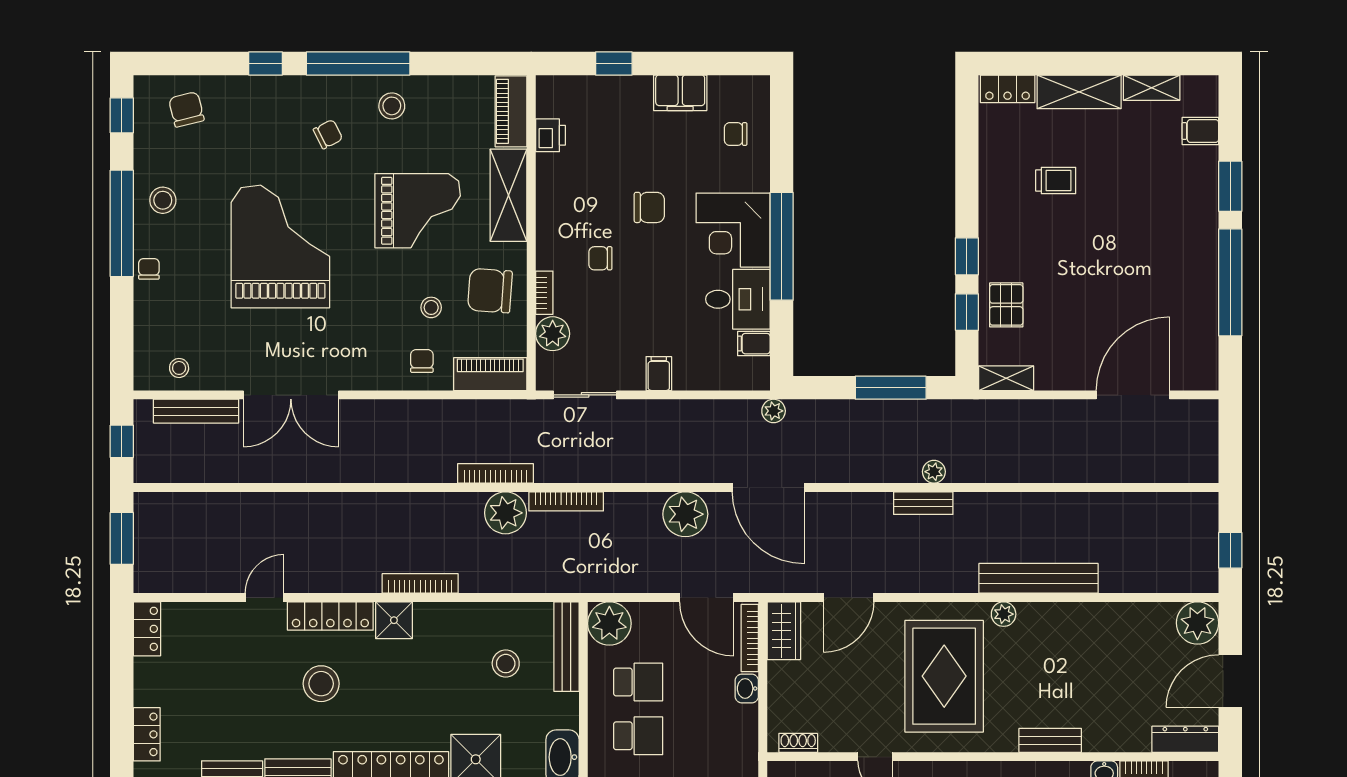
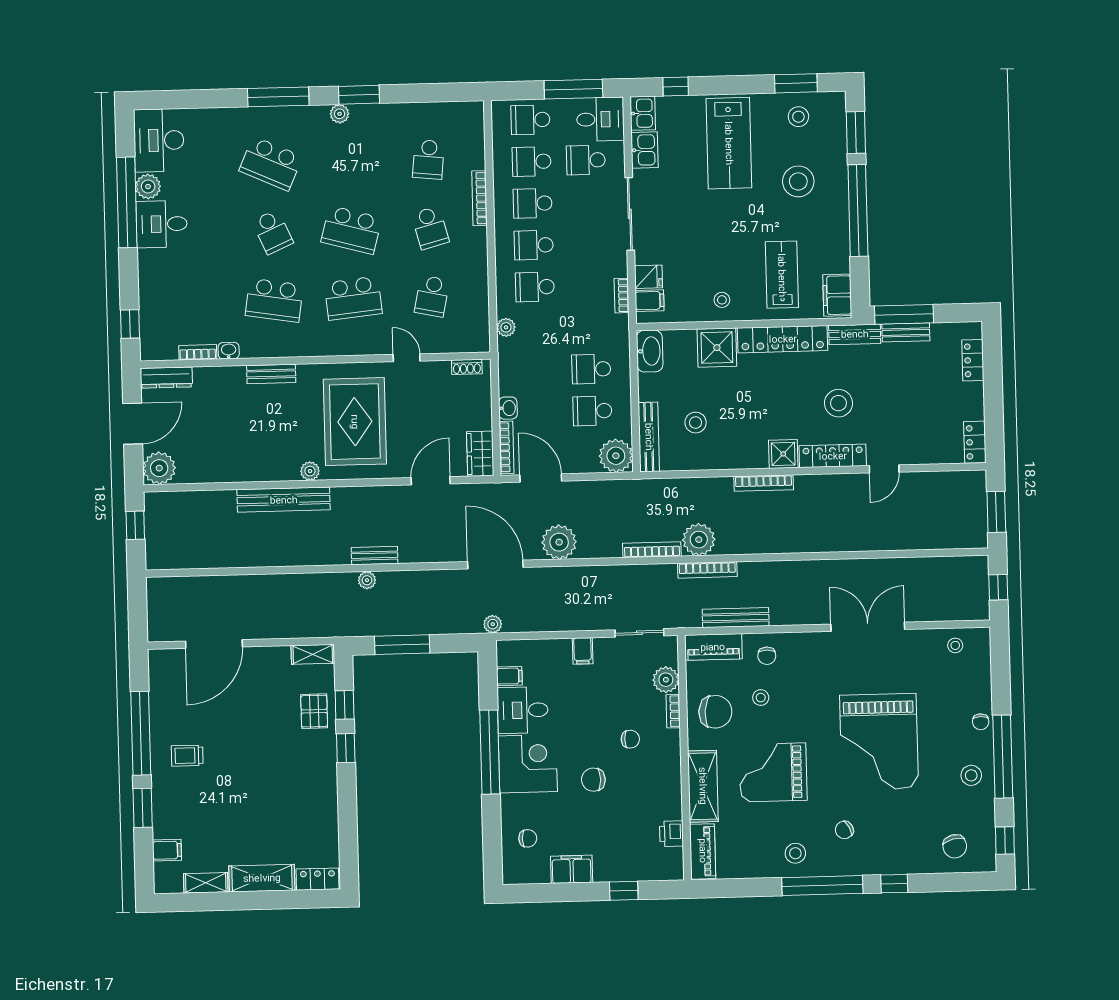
trolley: (1056, 181) -> (187, 756), moved
bench: (196, 411) -> (736, 618), moved

